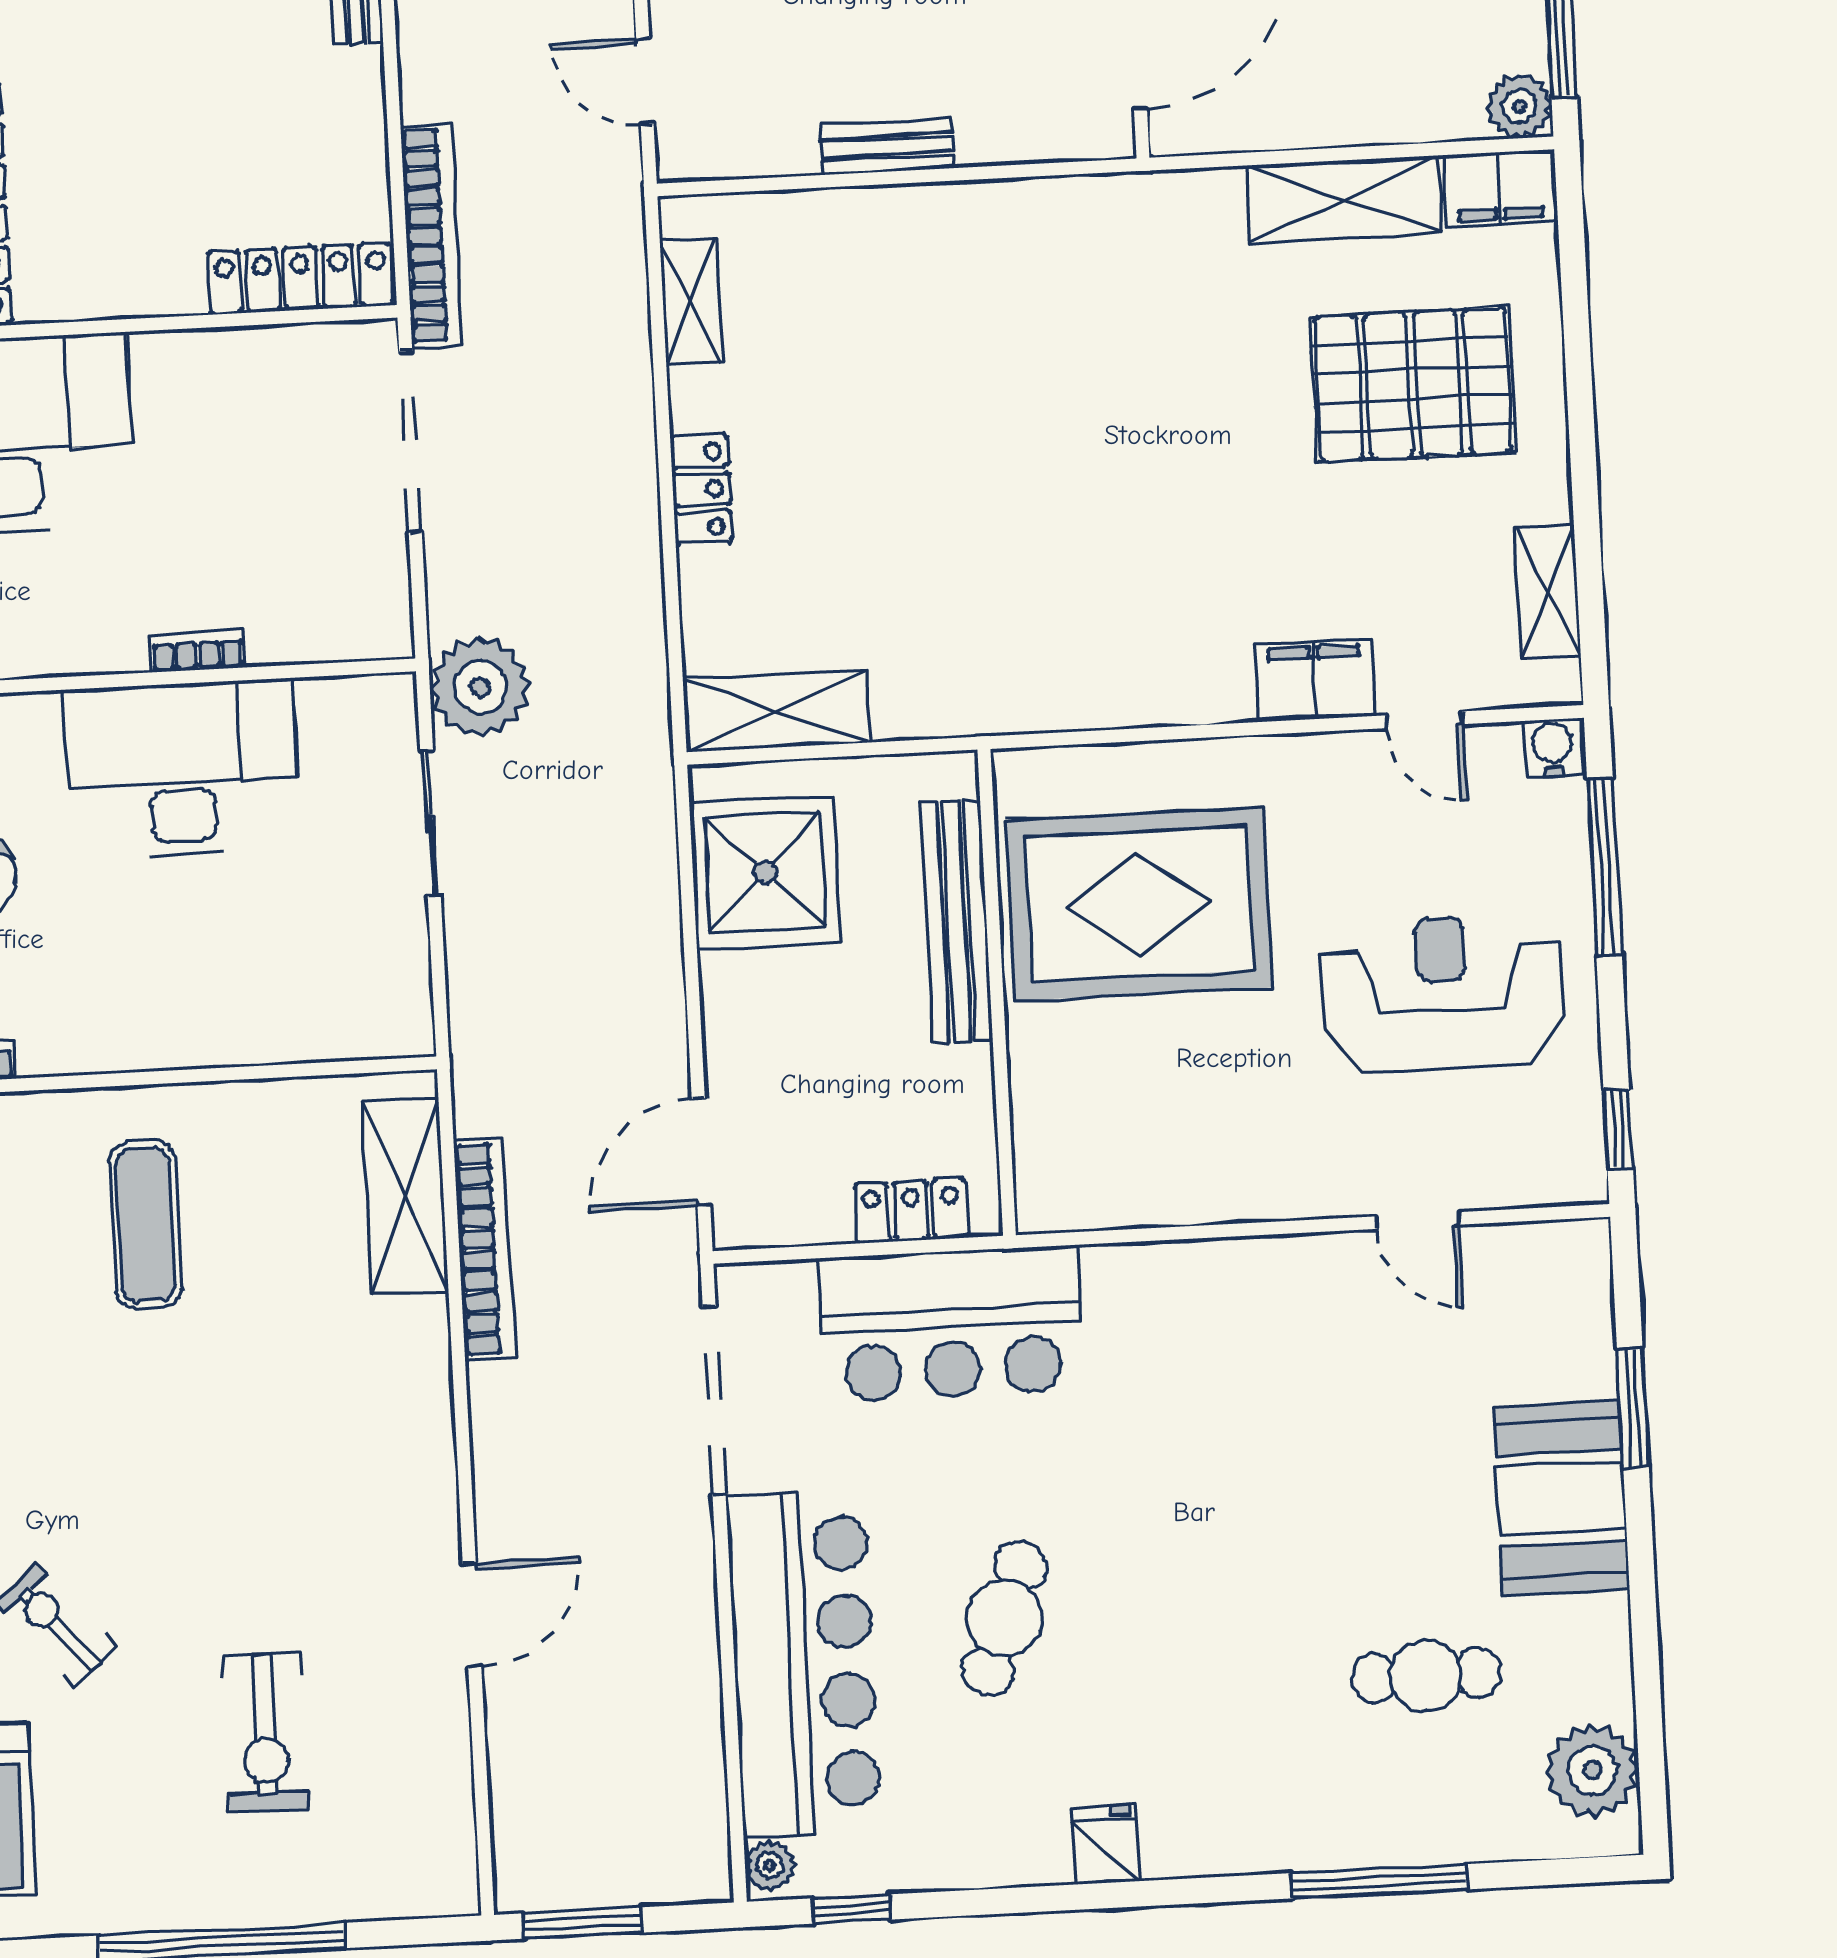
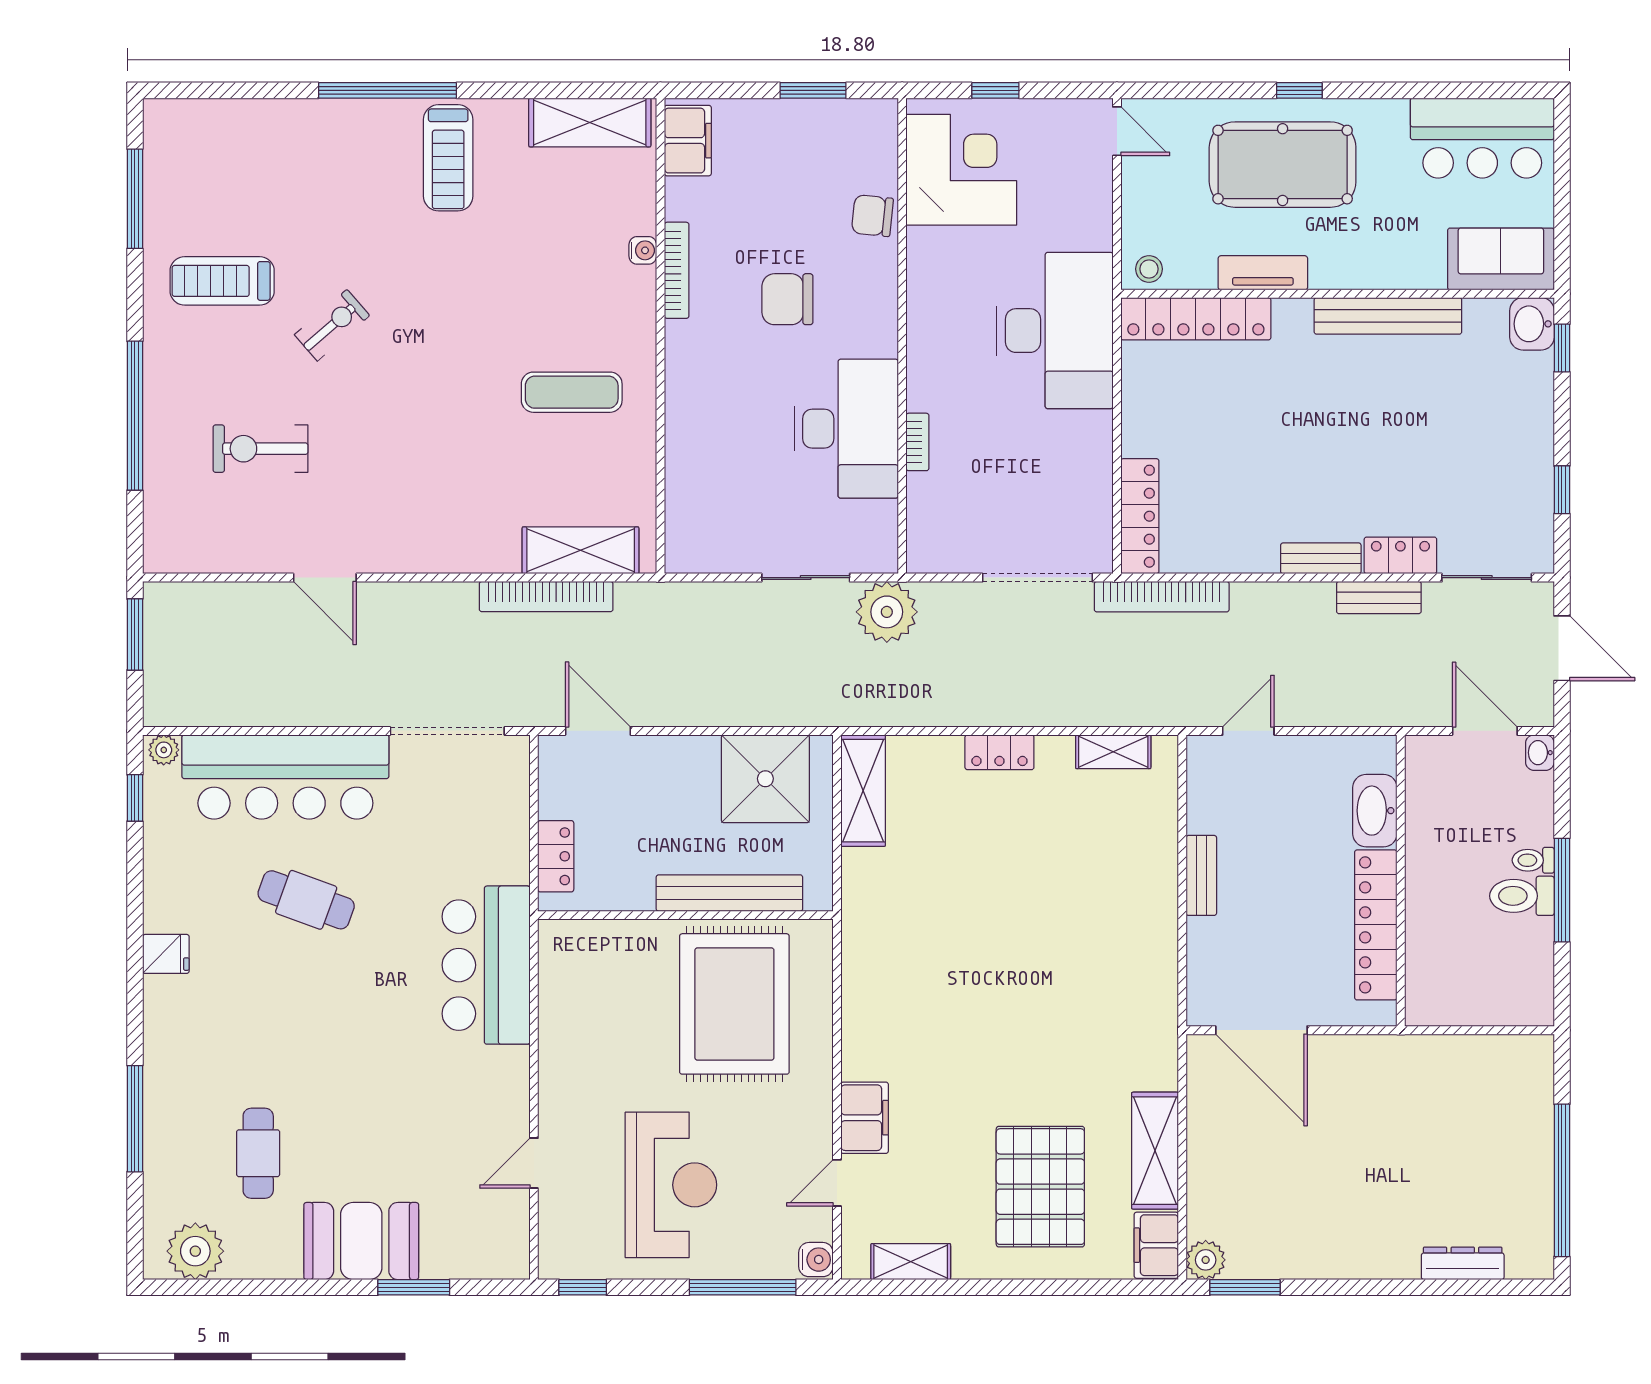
bar counter: (951, 1324) -> (486, 965), moved

